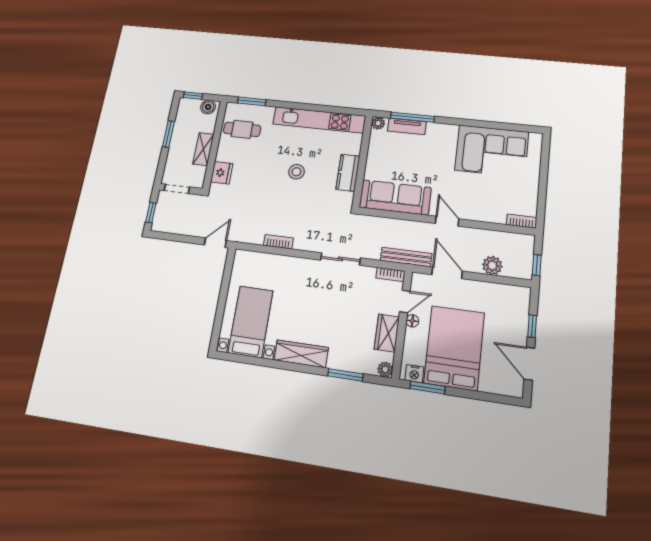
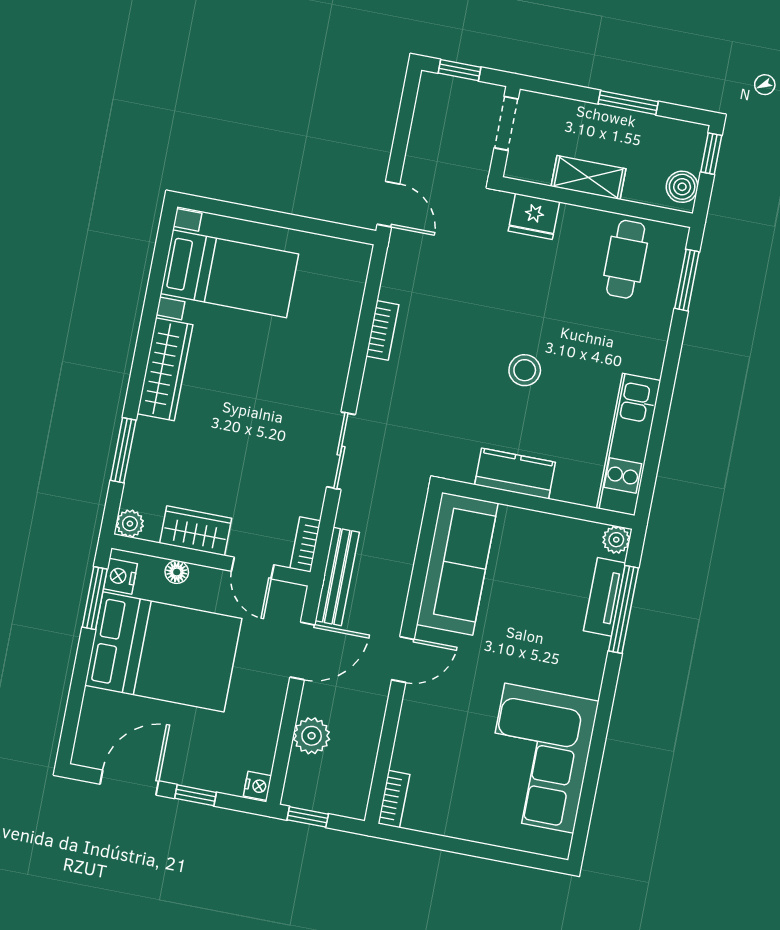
kitchen unit: (319, 120) -> (629, 444), width x0.73
nightstand: (523, 293) -> (257, 786), added
floor lamp: (412, 321) -> (177, 572), moved

